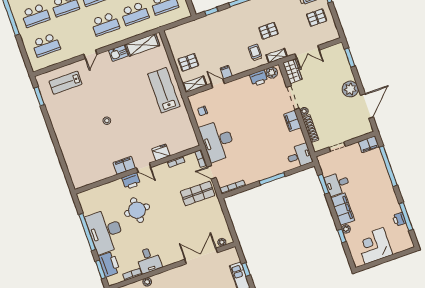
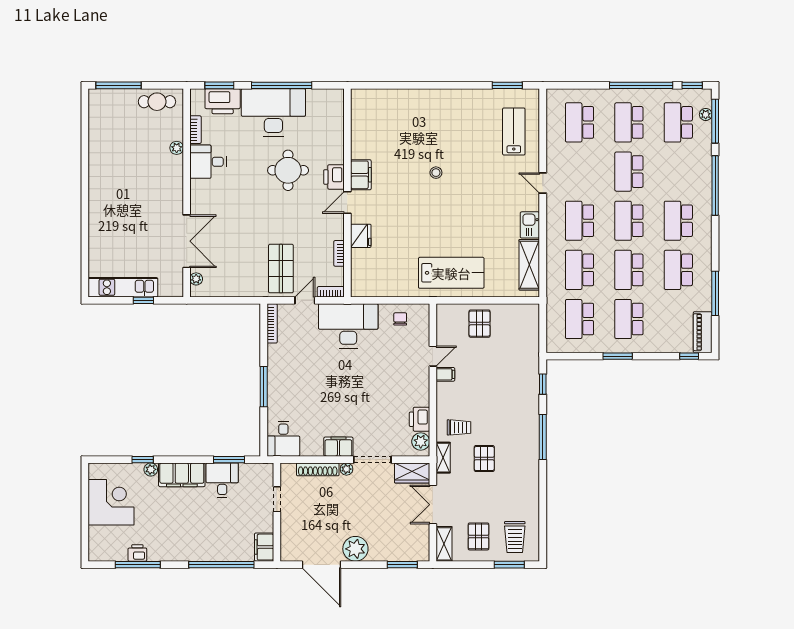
shelving: (195, 84) -> (444, 544), moved

